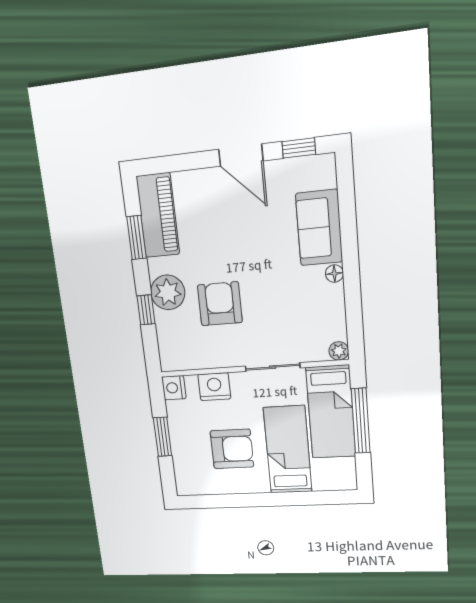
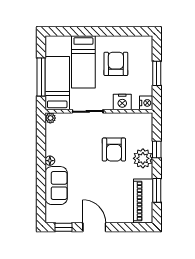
armchair: (232, 449) -> (116, 64), turned 90

